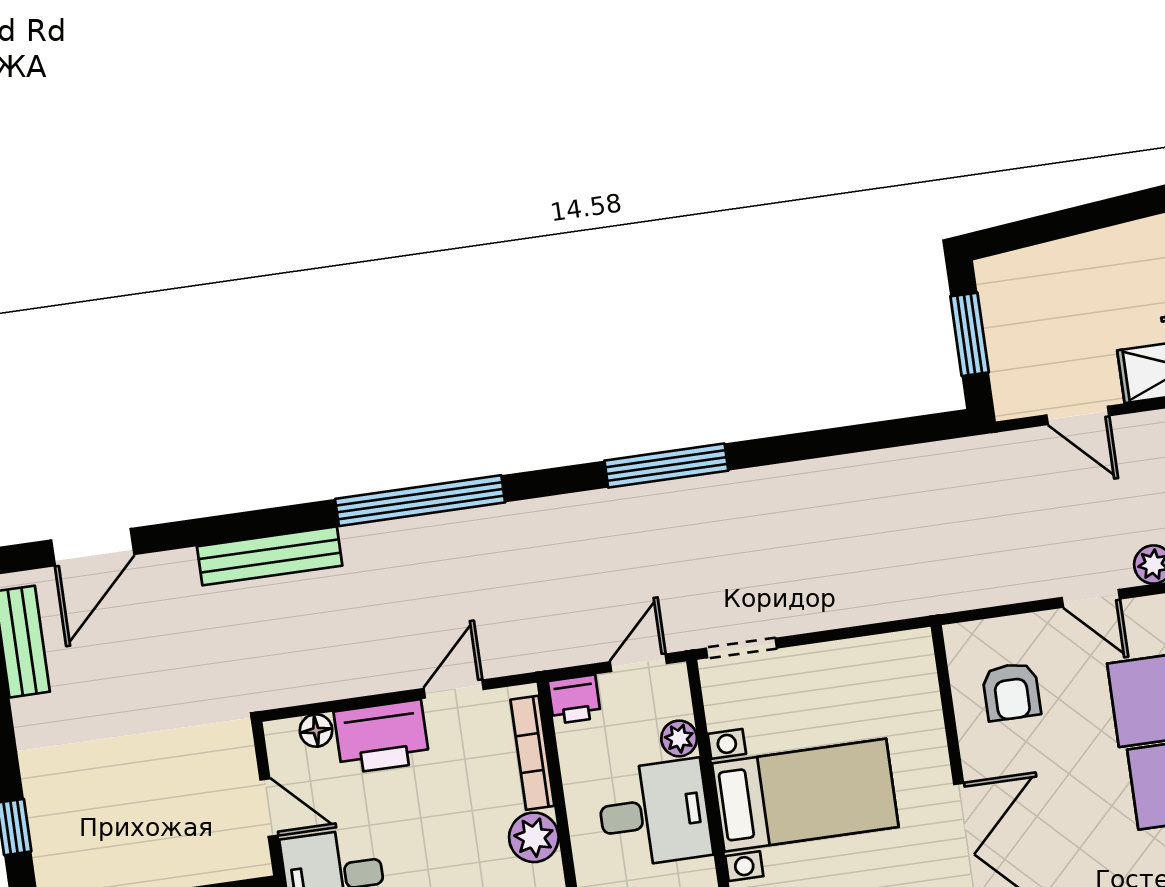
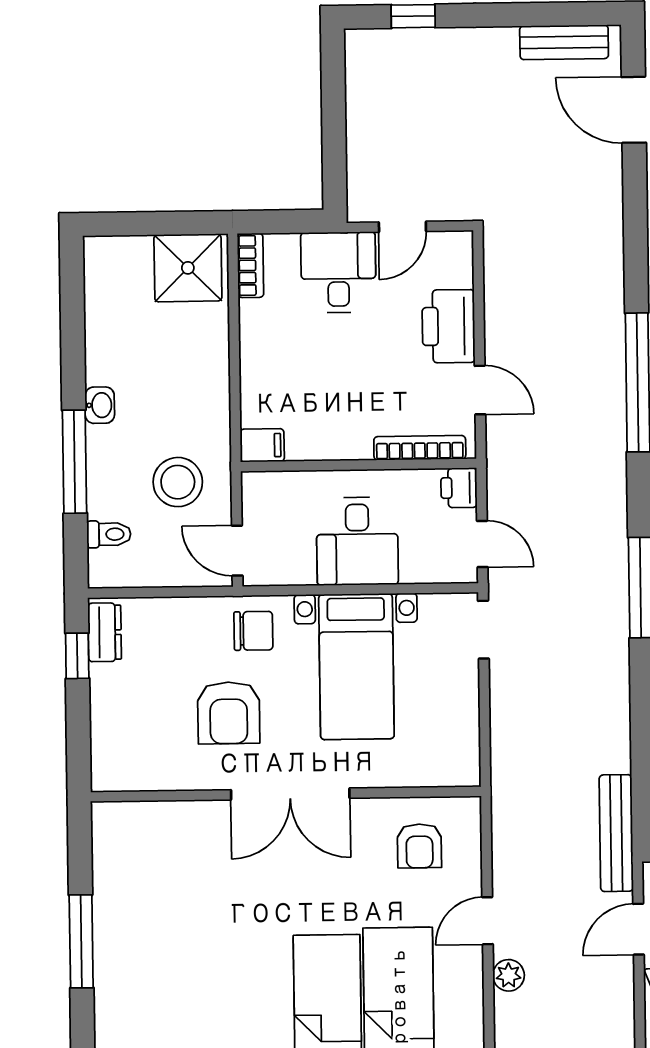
bench: (270, 556) -> (616, 833), moved
armchair: (1011, 692) -> (419, 846), turned -90
floor lamp: (316, 730) -> (461, 273), removed
plant: (679, 738) -> (416, 569), removed
plant: (534, 837) -> (350, 440), removed

